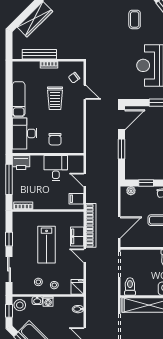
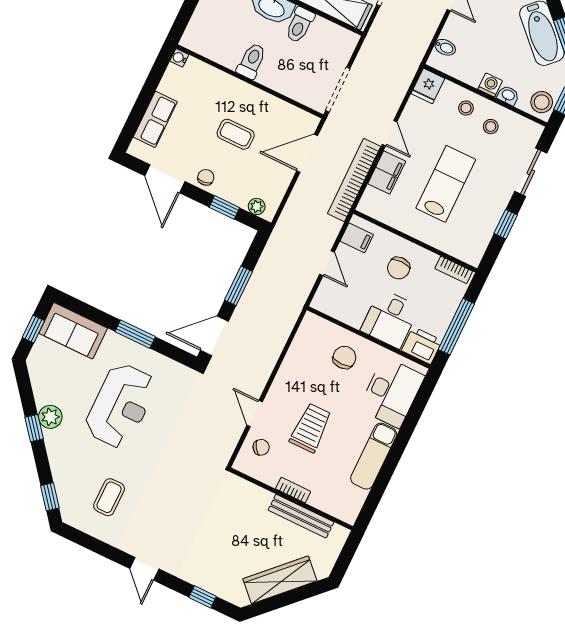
desk: (56, 168) -> (390, 319), moved
chair: (50, 194) -> (399, 268), added
toilet: (130, 287) -> (300, 25), moved

